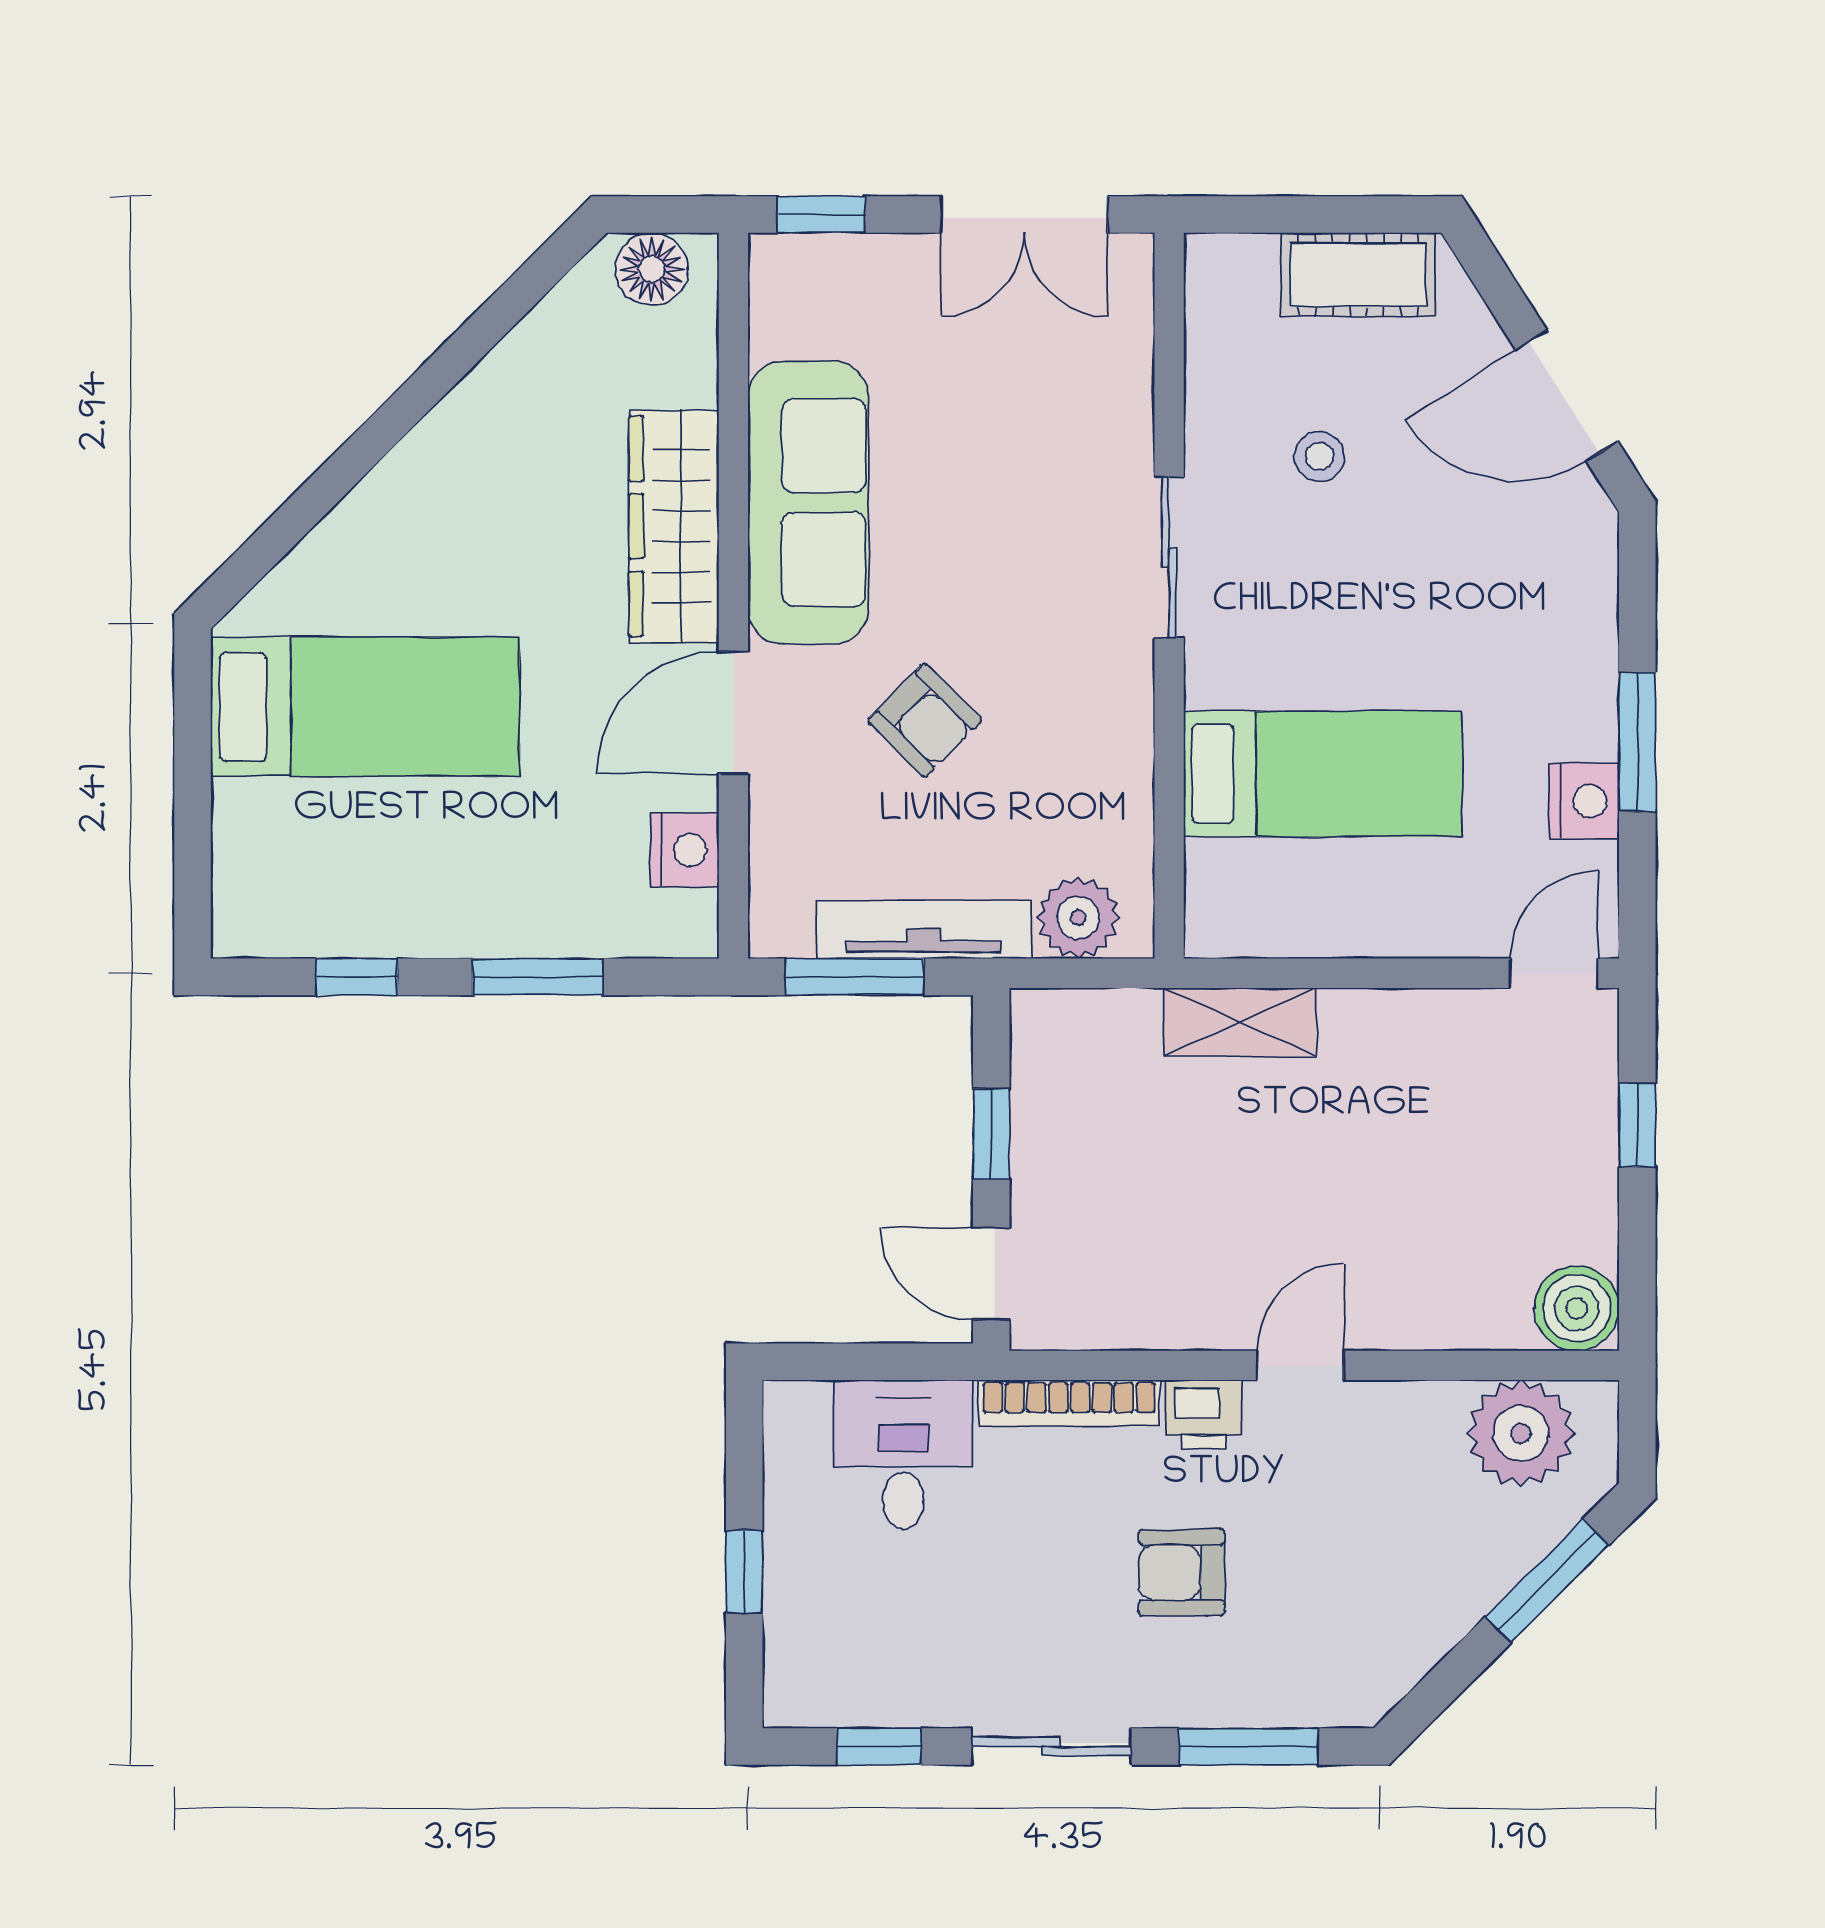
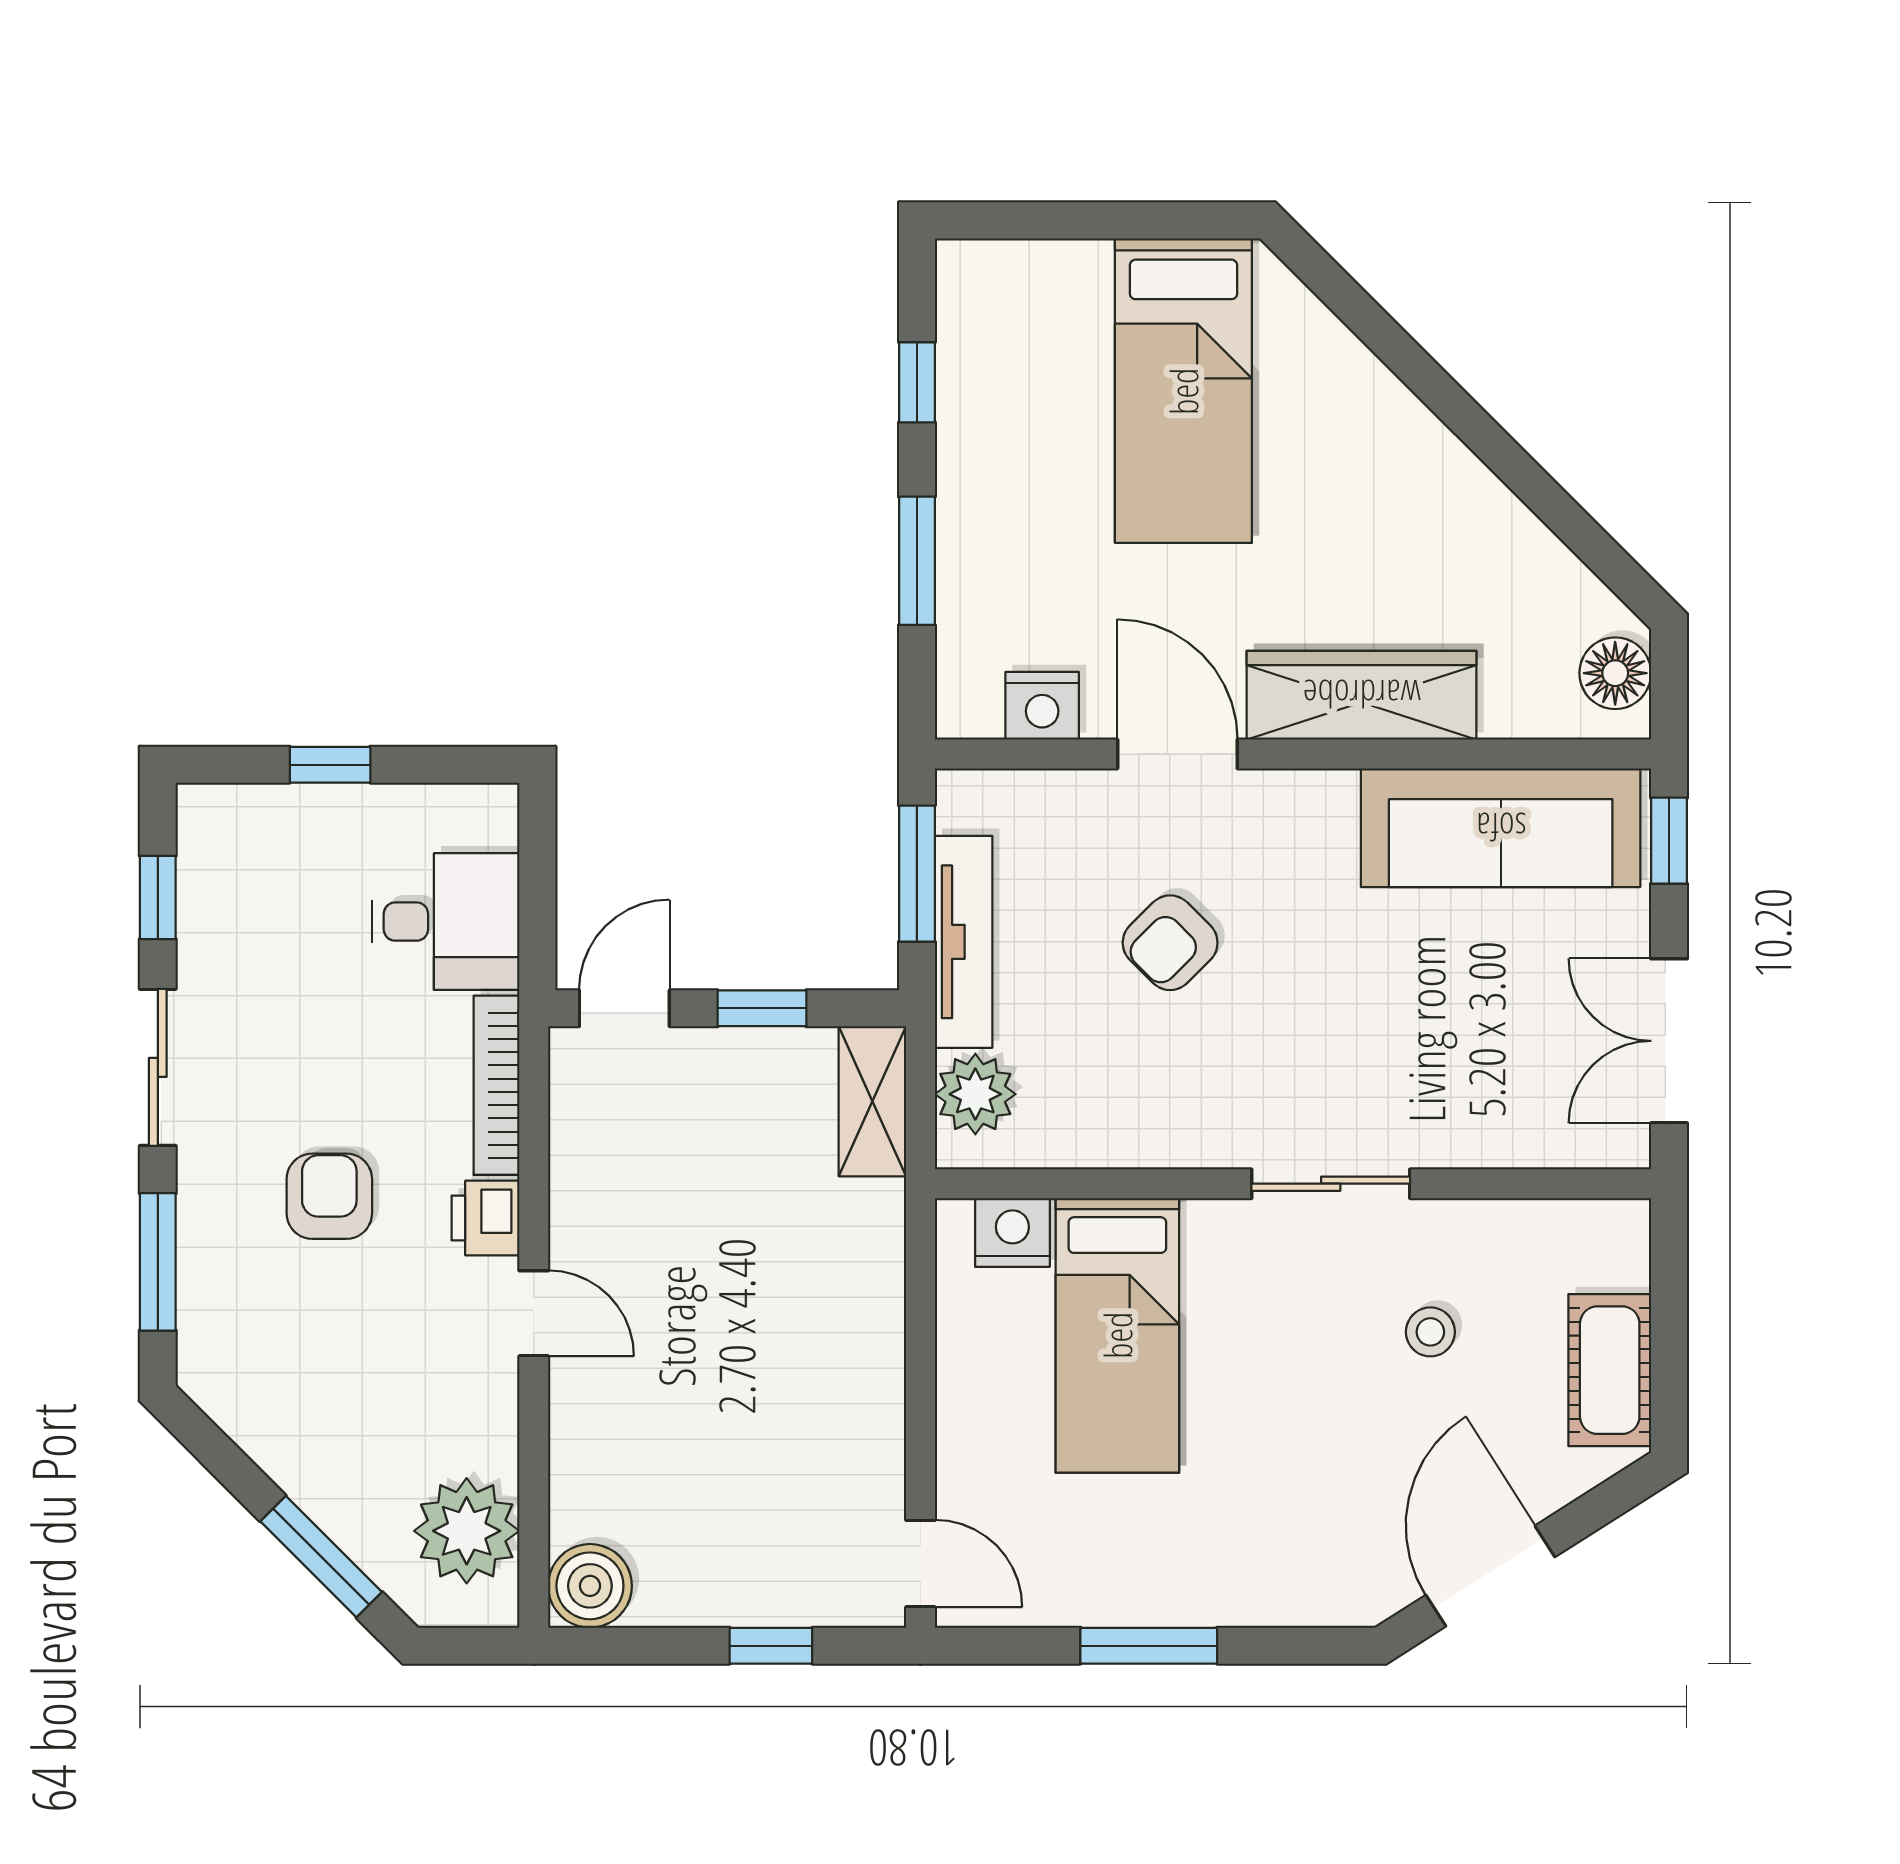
sofa: (808, 503) -> (1501, 828), moved
nightstand: (1584, 801) -> (1012, 1232), moved, turned 180
shelving: (1240, 1022) -> (872, 1101), moved

